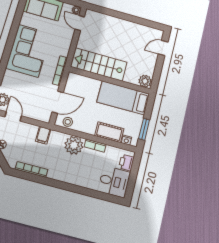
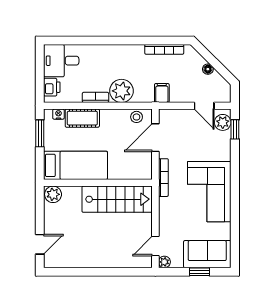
door: (80, 23) -> (155, 246), swing flipped

